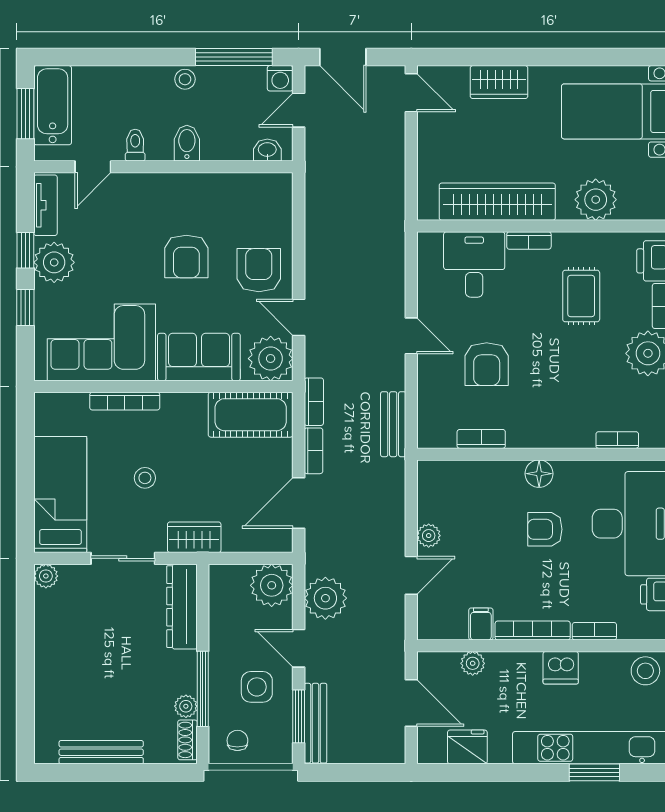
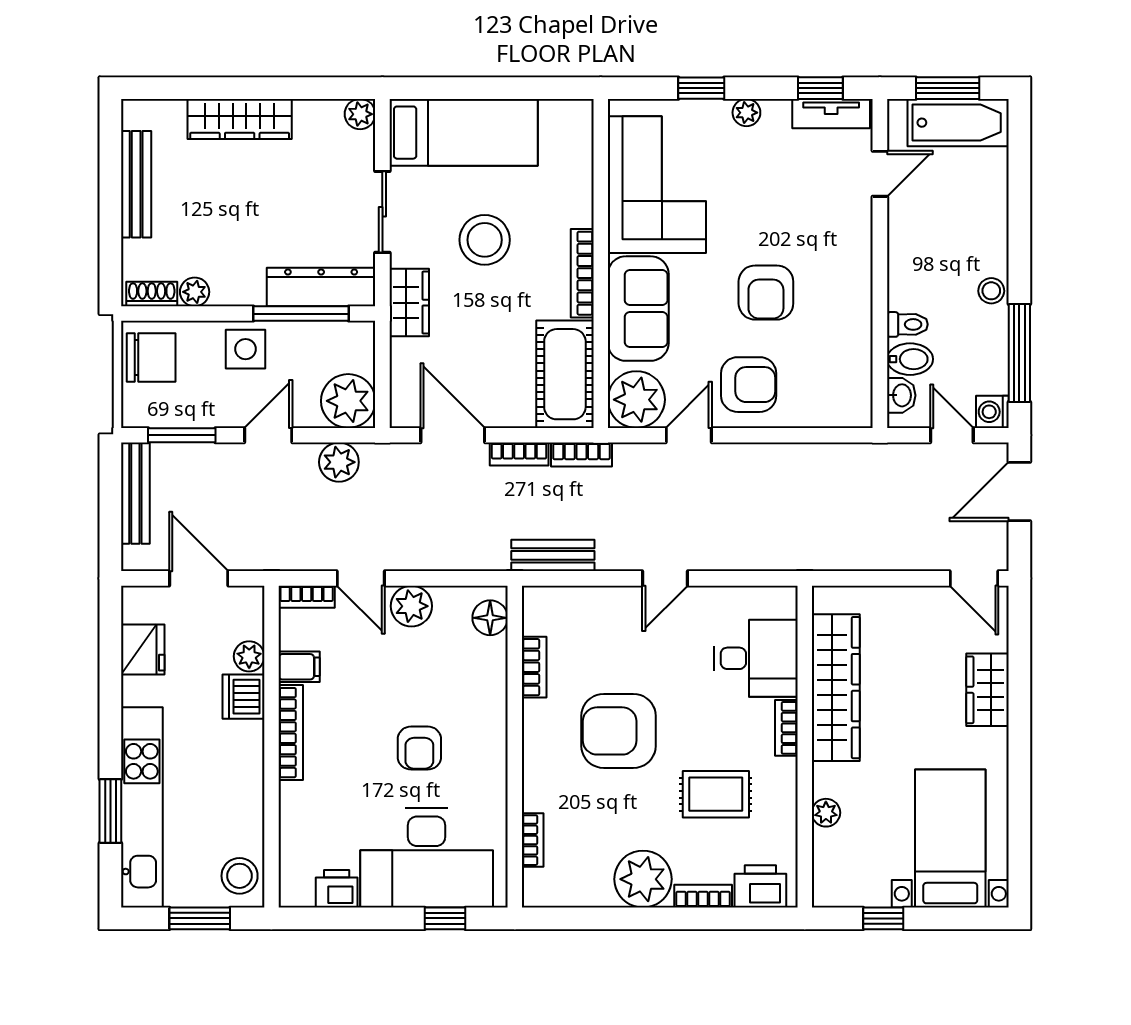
door: (411, 93) -> (974, 578), hinge flipped
bidet: (187, 143) -> (910, 359), moved
toilet: (135, 145) -> (907, 324), moved
door: (93, 167) -> (880, 174), swing flipped
plant: (596, 200) -> (826, 813), width x0.53, depth x0.53
window: (25, 250) -> (820, 88), moved
armchair: (186, 257) -> (766, 293), turned -90
plant: (54, 262) -> (746, 113), width x0.53, depth x0.53
armchair: (487, 364) -> (619, 731), moved, width x1.36, depth x1.36
bookcase: (125, 401) -> (582, 273), moved
floor lamp: (539, 474) -> (490, 618), moved
stool: (145, 478) -> (485, 240), width x1.89, depth x1.89
armchair: (545, 529) -> (419, 748), turned 180
plant: (429, 536) -> (411, 606), width x1.38, depth x1.38
plant: (325, 598) -> (339, 462), width x0.73, depth x0.73
bookcase: (594, 631) -> (307, 597), moved, turned 90
dishwasher: (561, 668) -> (243, 697), moved
wardrobe: (50, 671) -> (240, 119), added
side table: (257, 687) -> (246, 349), moved
window: (203, 689) -> (301, 314), moved
door: (411, 703) -> (199, 578), swing flipped
bench: (315, 723) -> (135, 493), moved, turned 90
chair: (237, 740) -> (151, 357), width x1.87, depth x1.87

